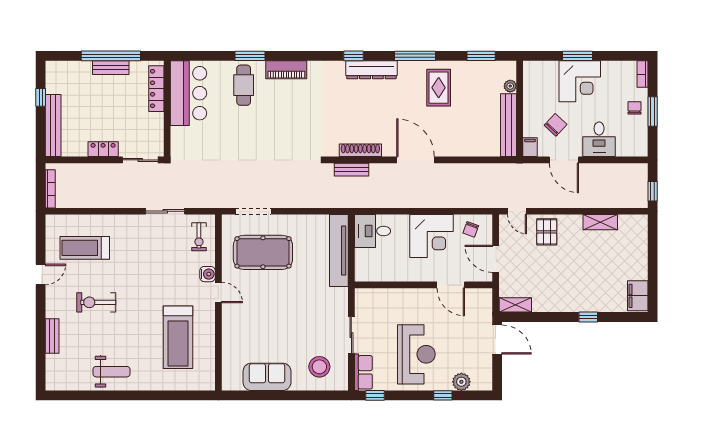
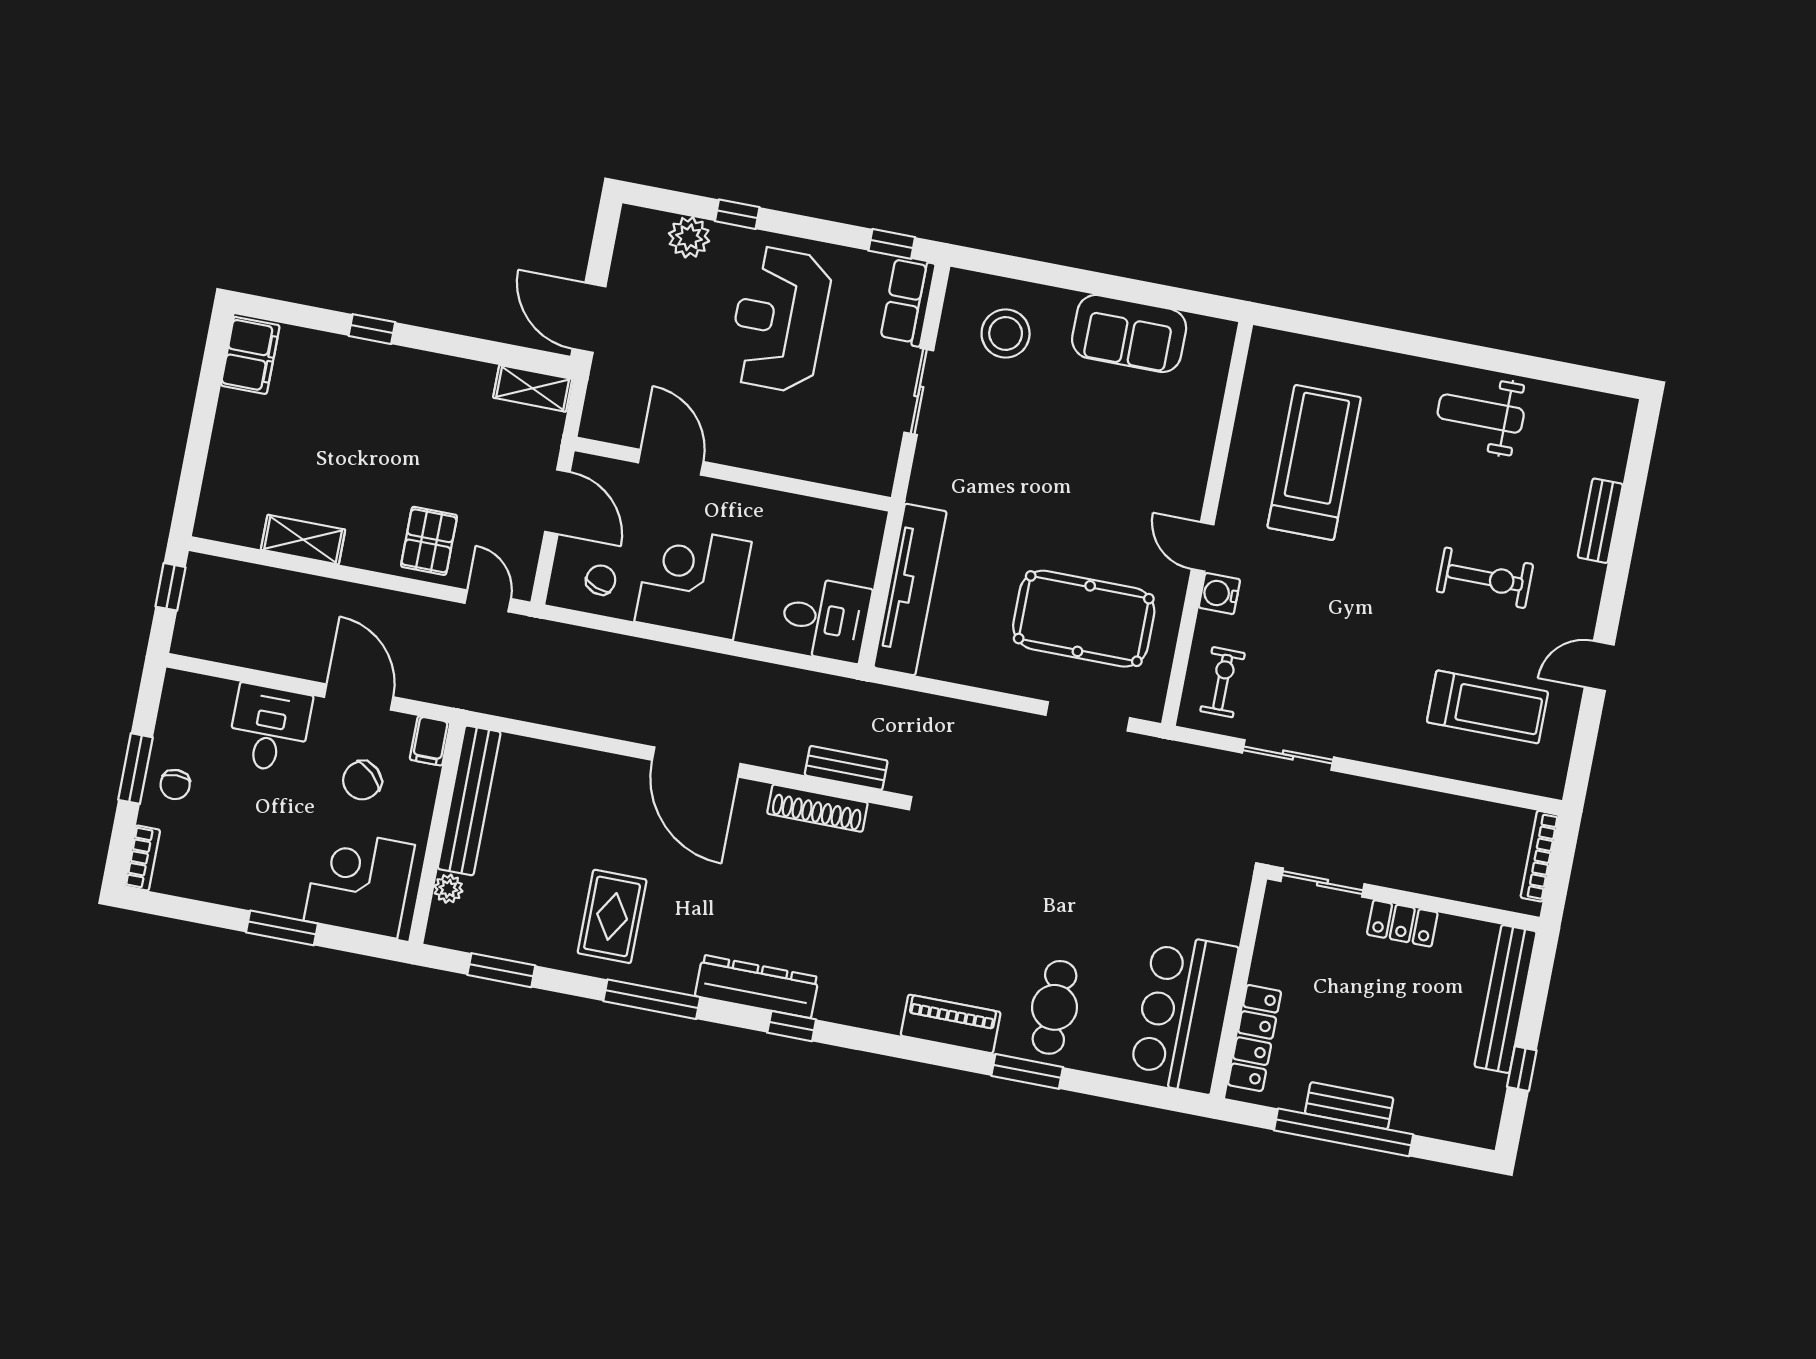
corner desk: (580, 81) -> (359, 883), moved

